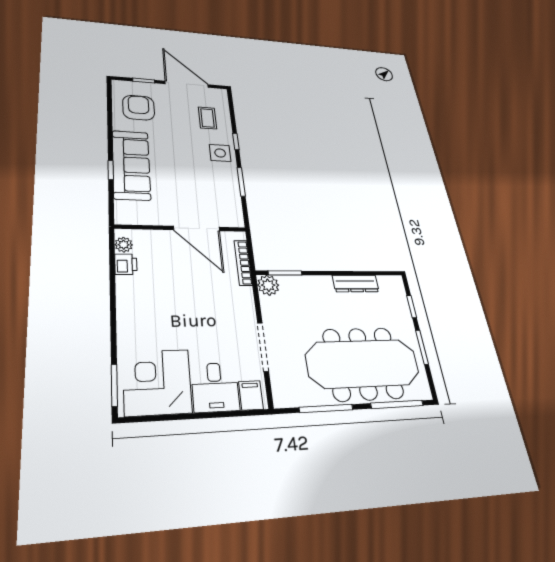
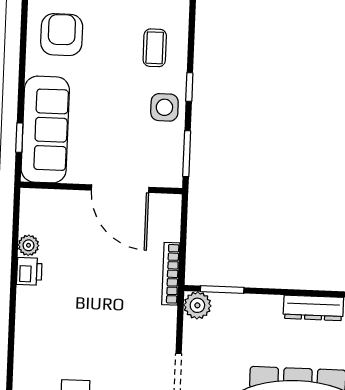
wall: (182, 228) -> (101, 188), moved
door: (197, 228) -> (120, 189), moved

